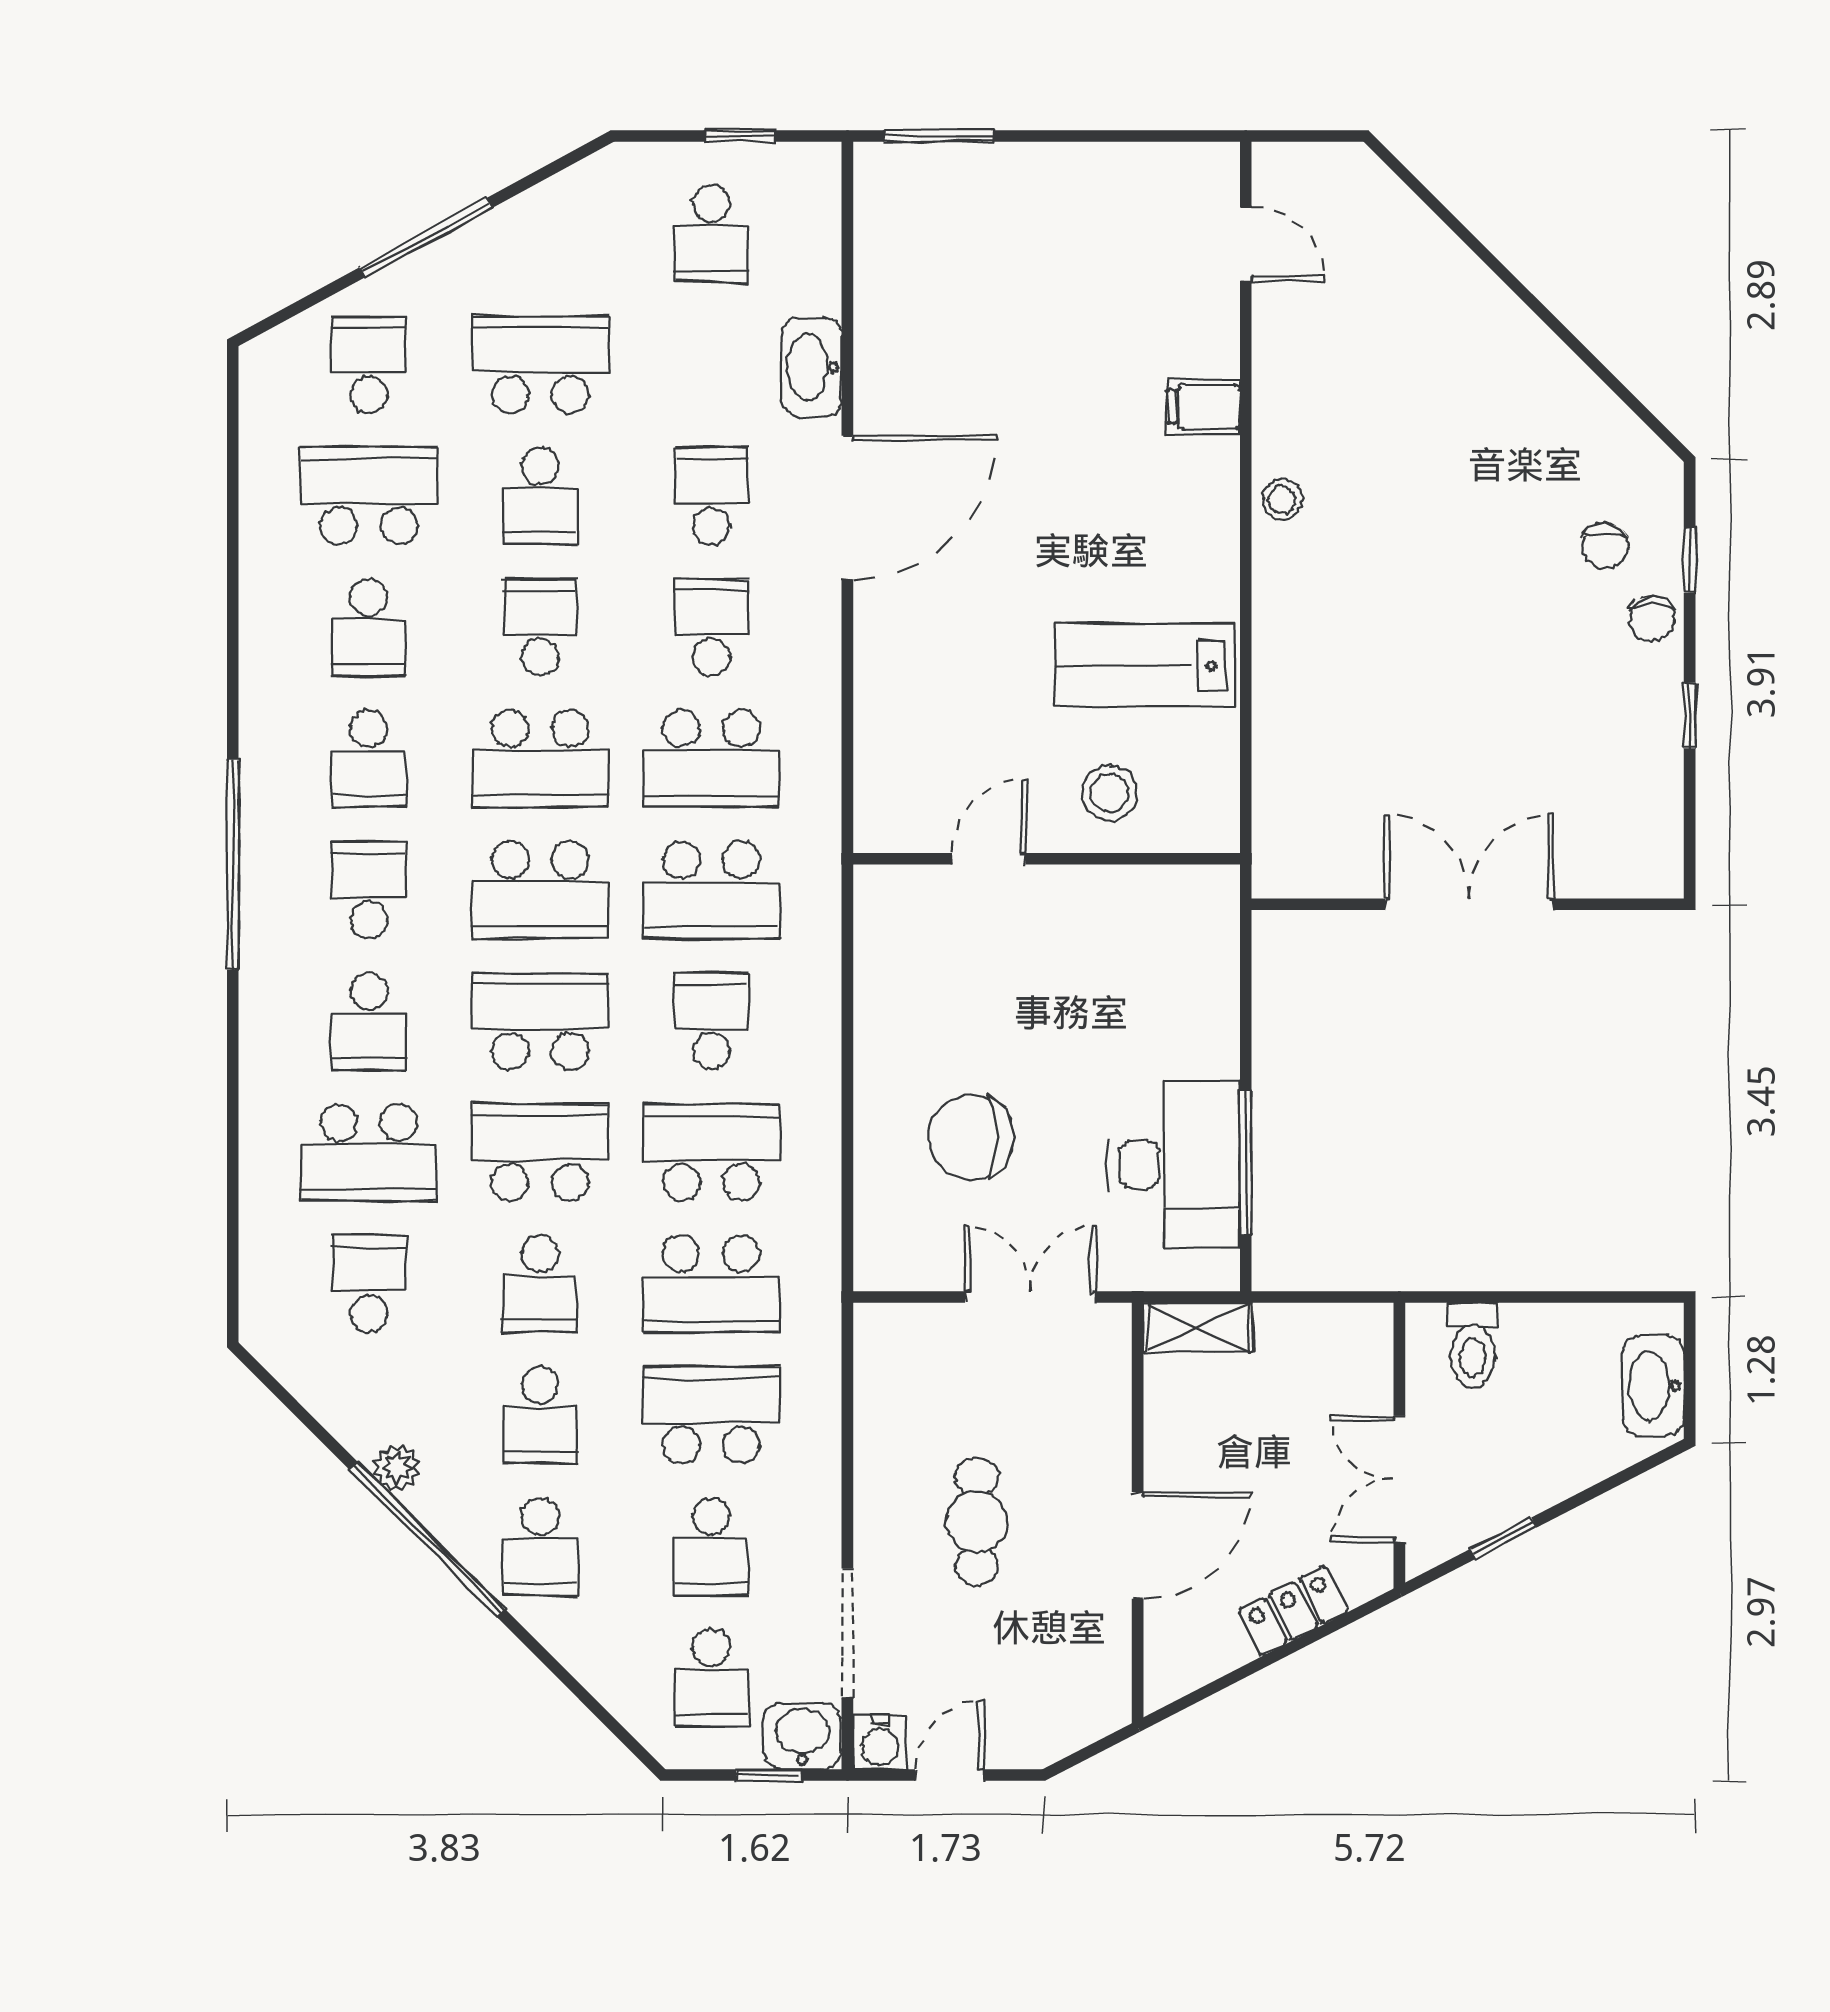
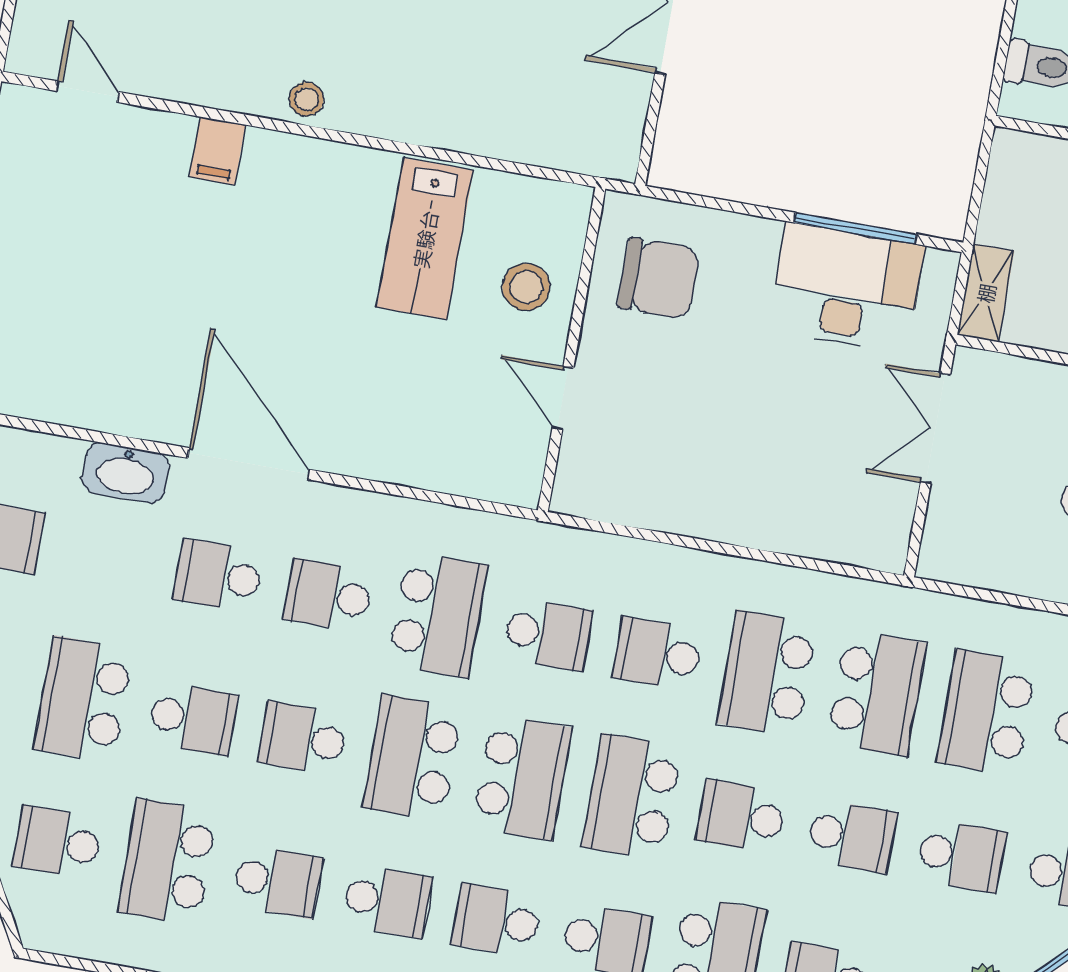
door: (1246, 244) -> (88, 92), hinge flipped
school desk: (540, 759) -> (412, 758), turned 180
school desk: (711, 890) -> (548, 634), width x0.54
chair: (971, 1137) -> (658, 278), moved, turned -90
school desk: (540, 1152) -> (742, 817), width x0.54

